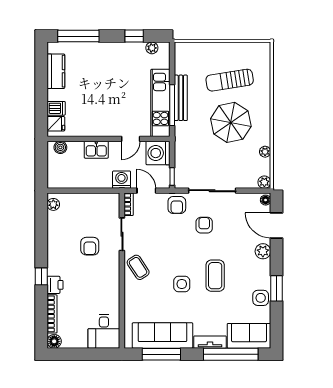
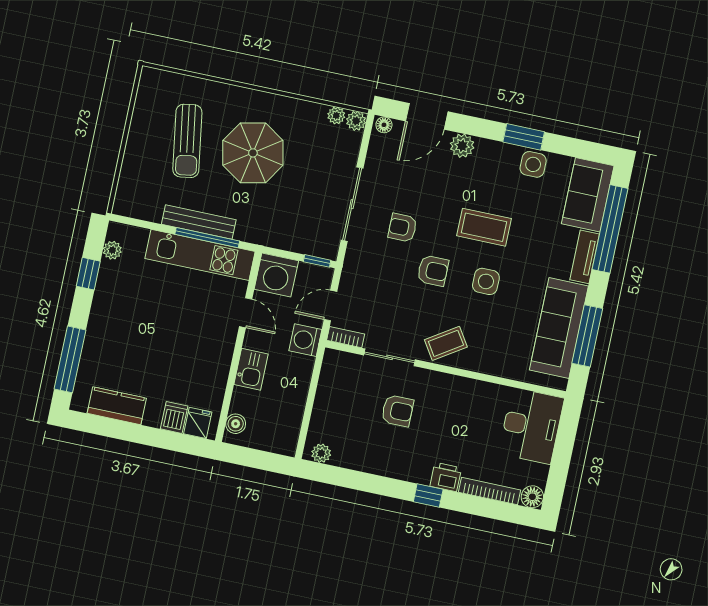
plant: (265, 152) -> (336, 116), moved
armchair: (177, 205) -> (433, 271), moved
desk: (104, 331) -> (531, 426), width x1.37

